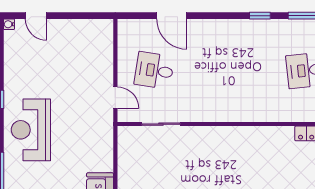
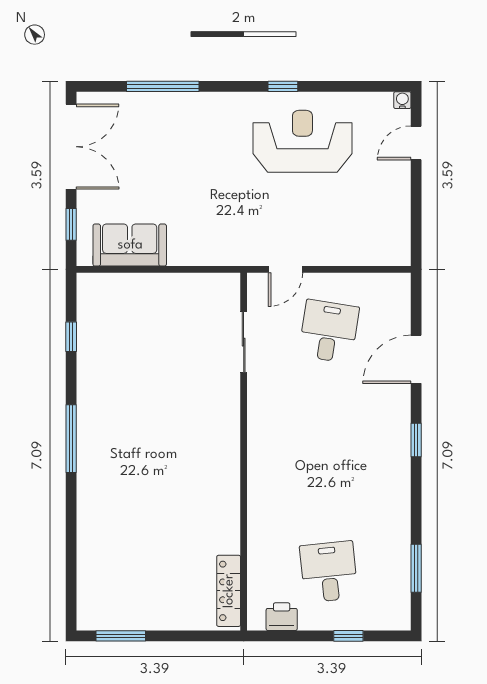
window: (260, 16) -> (416, 440), moved
reception desk: (31, 130) -> (302, 141), moved

